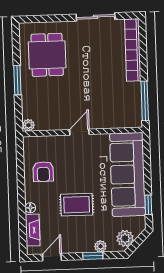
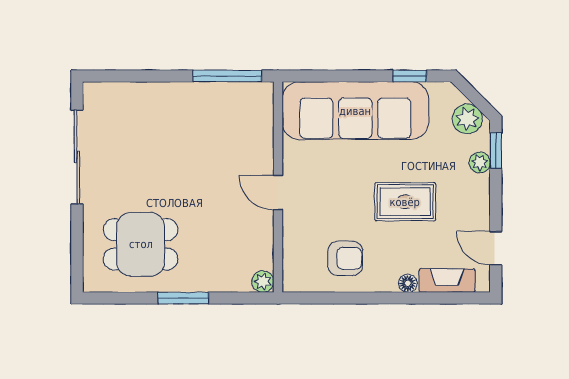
sliding door: (96, 17) -> (77, 157), width x1.37
bookcase: (133, 50) -> (137, 94), removed
rug: (77, 205) -> (405, 202), turned 90
window: (93, 256) -> (496, 151), moved

